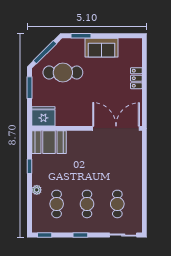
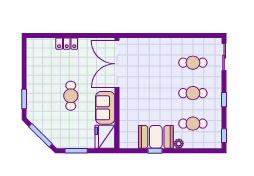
sofa: (101, 48) -> (105, 108), moved, turned 180
cafe table: (63, 73) -> (71, 96), moved, width x0.73, depth x0.74
booth: (49, 142) -> (156, 137), moved, turned 90

